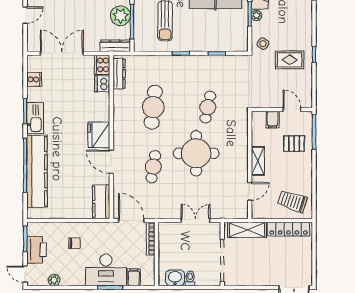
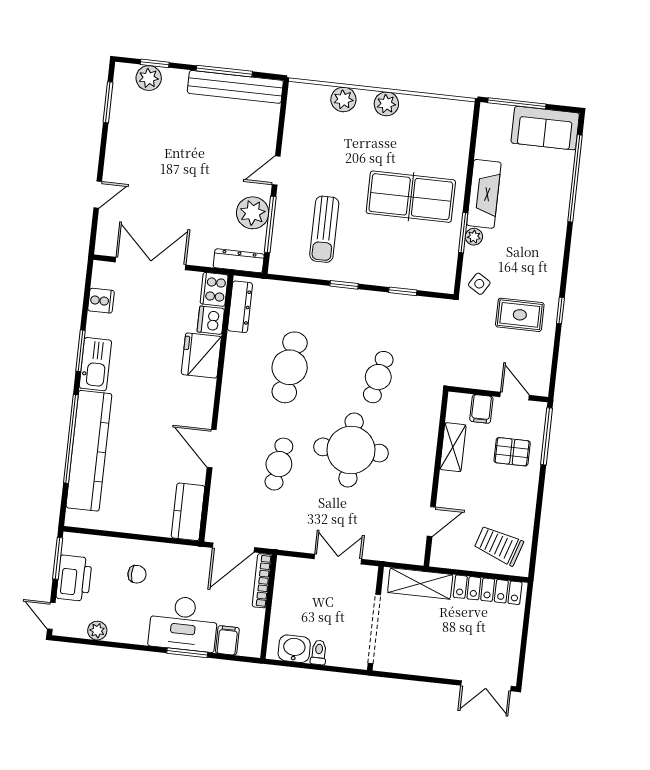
fridge: (99, 135) -> (201, 355), moved
shelving: (258, 161) -> (453, 447), moved
door: (131, 220) -> (233, 547), swing flipped

